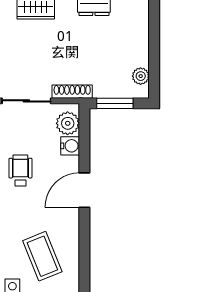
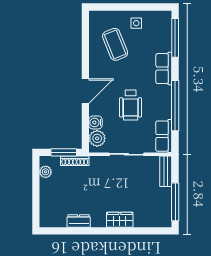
shoe rack: (72, 92) -> (75, 161), moved
wheelchair: (20, 171) -> (131, 105), width x1.36, depth x1.37

